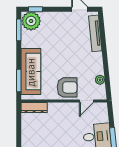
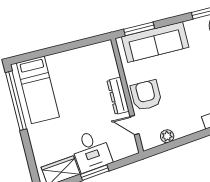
armchair: (67, 87) -> (146, 95), turned 180
dresser: (34, 107) -> (118, 96), moved

